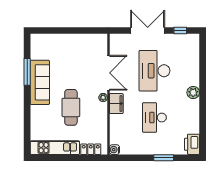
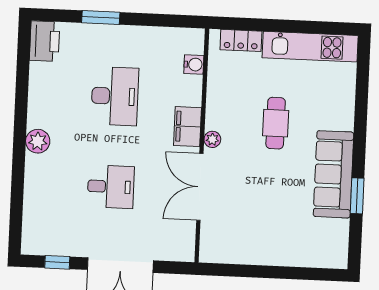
desk: (154, 71) -> (111, 187), width x0.53, depth x0.77
window: (27, 72) -> (357, 196), width x0.69
cafe table: (71, 107) -> (276, 123), width x0.73, depth x0.74
water cooler: (114, 150) -> (194, 64), moved

